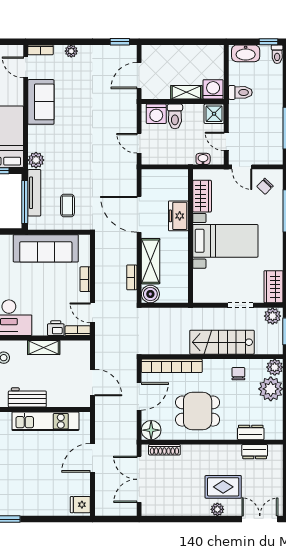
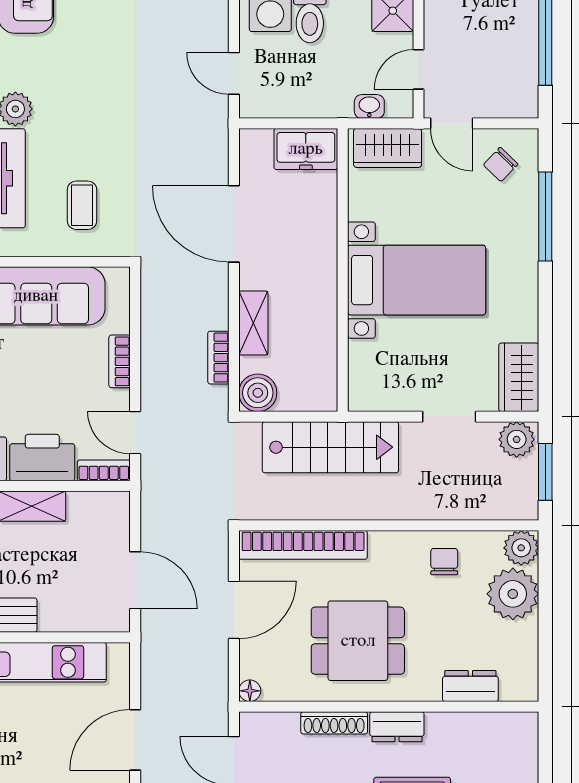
door: (226, 141) -> (418, 69), hinge flipped
wardrobe: (202, 196) -> (388, 148), moved, turned 90
freezer: (178, 216) -> (306, 149), moved, turned -90
shelving: (151, 261) -> (253, 323), width x0.67, depth x0.75
printer: (56, 328) -> (42, 458), width x1.87, depth x1.48
stairs: (222, 342) -> (330, 447), moved, turned 180
floor lamp: (151, 430) -> (250, 691), width x0.53, depth x0.53
shoe rack: (164, 450) -> (334, 723), moved
dresser: (255, 452) -> (397, 727), moved

